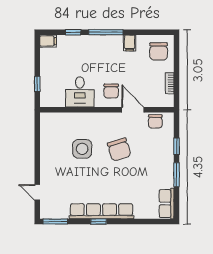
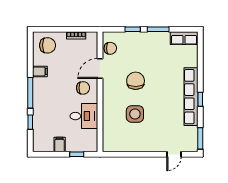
filing cabinet: (48, 41) -> (60, 145), moved
chair: (119, 150) -> (136, 81), turned -73

